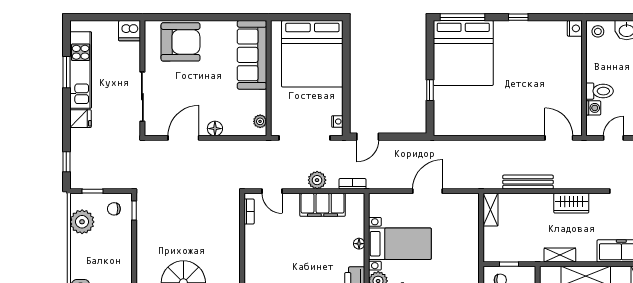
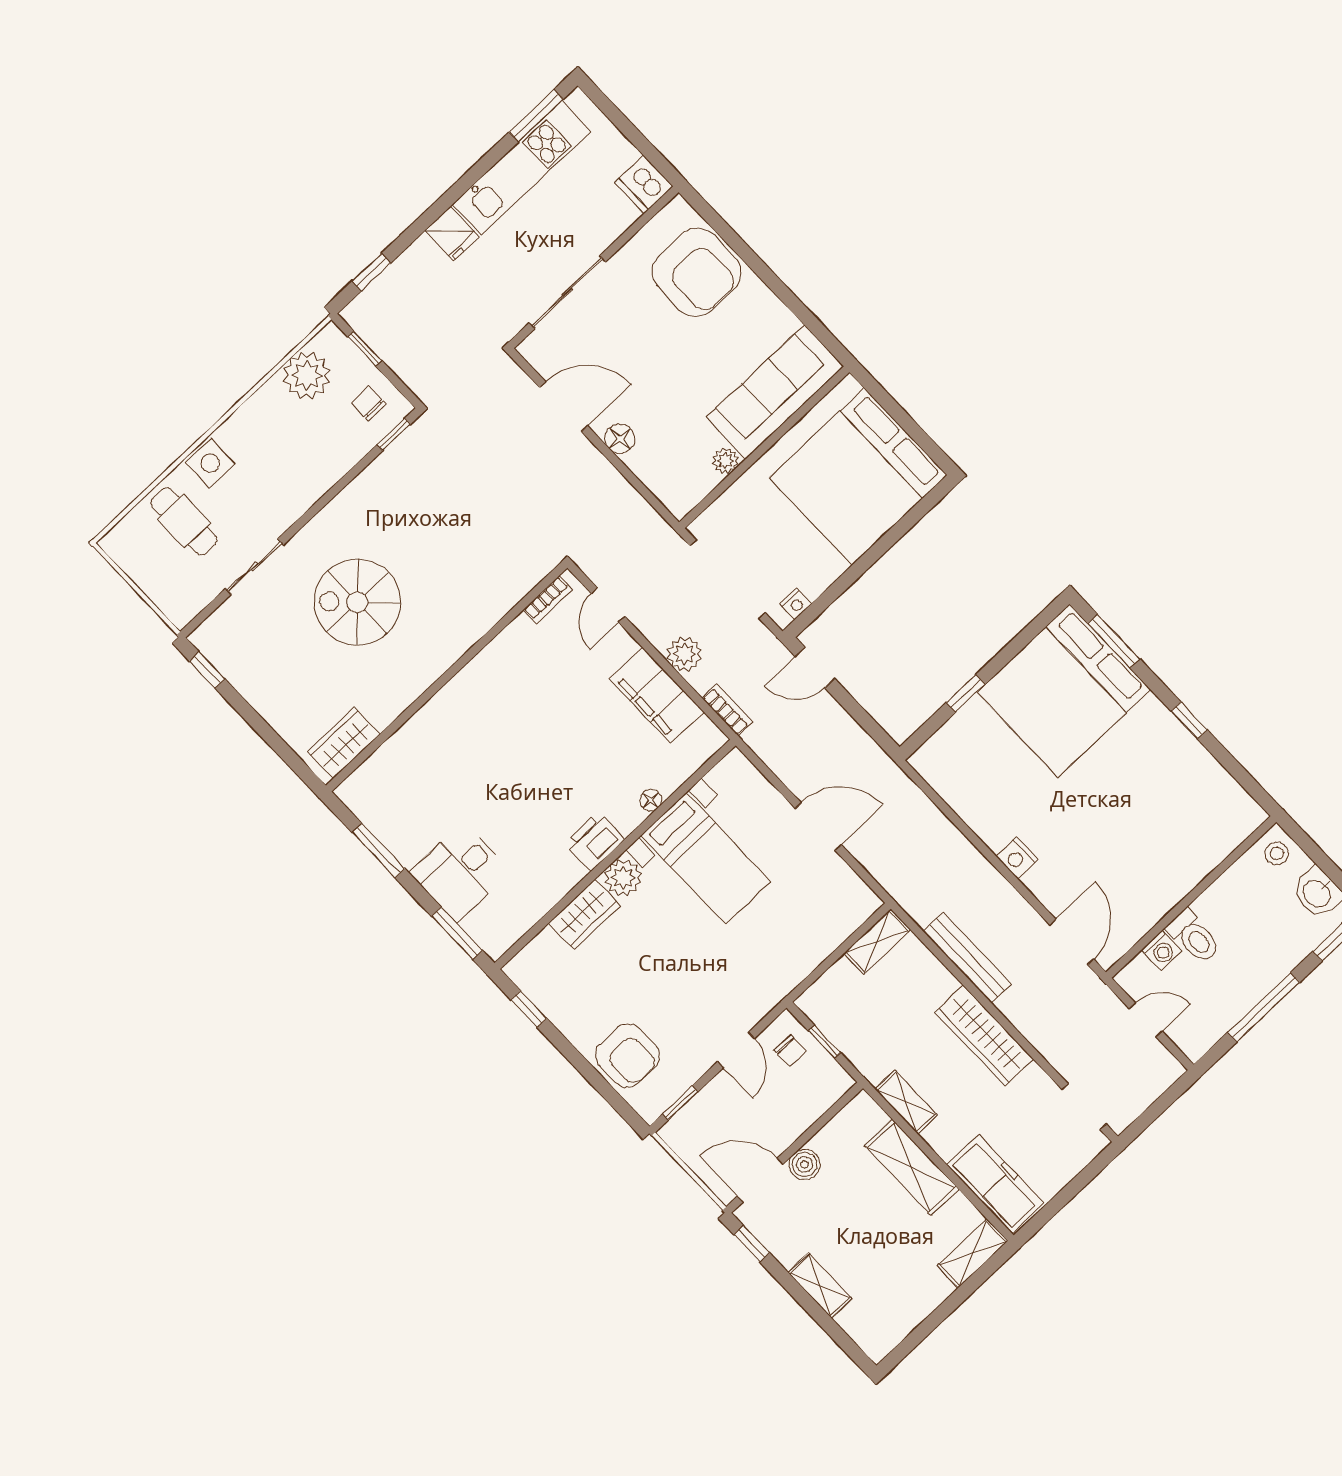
window: (462, 17) -> (1114, 641), width x0.69
nightstand: (575, 28) -> (1017, 858), moved, turned 90
window: (66, 72) -> (536, 116), moved
plant: (260, 121) -> (725, 461), moved
wardrobe: (571, 203) -> (984, 1036), width x1.50

